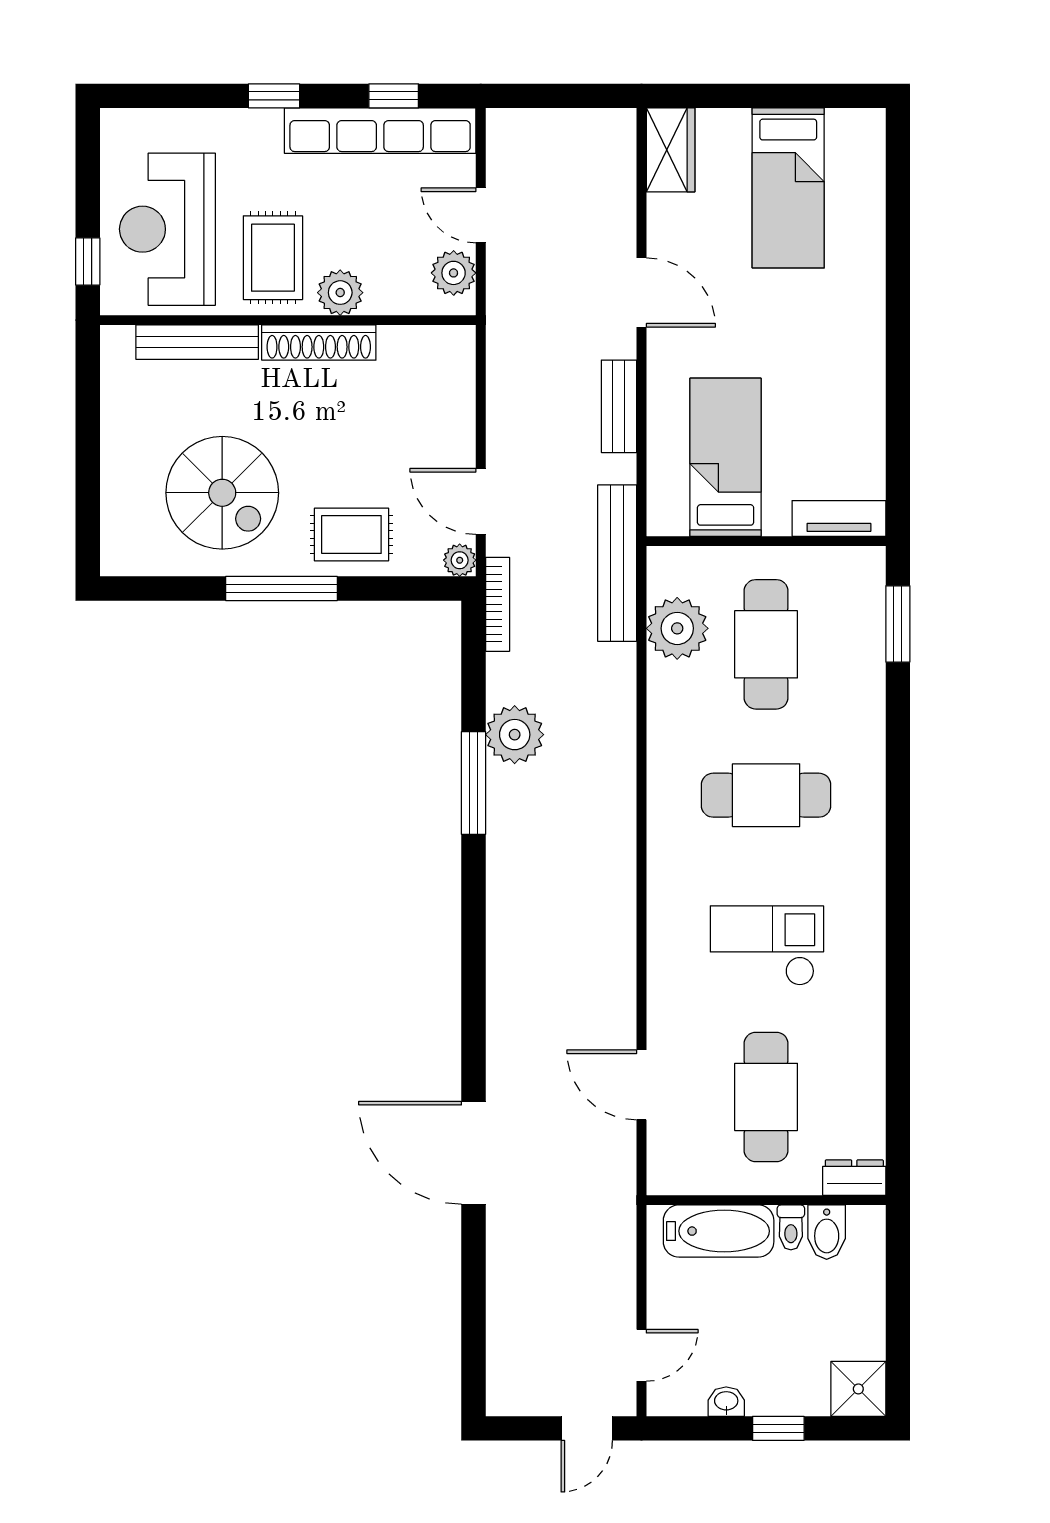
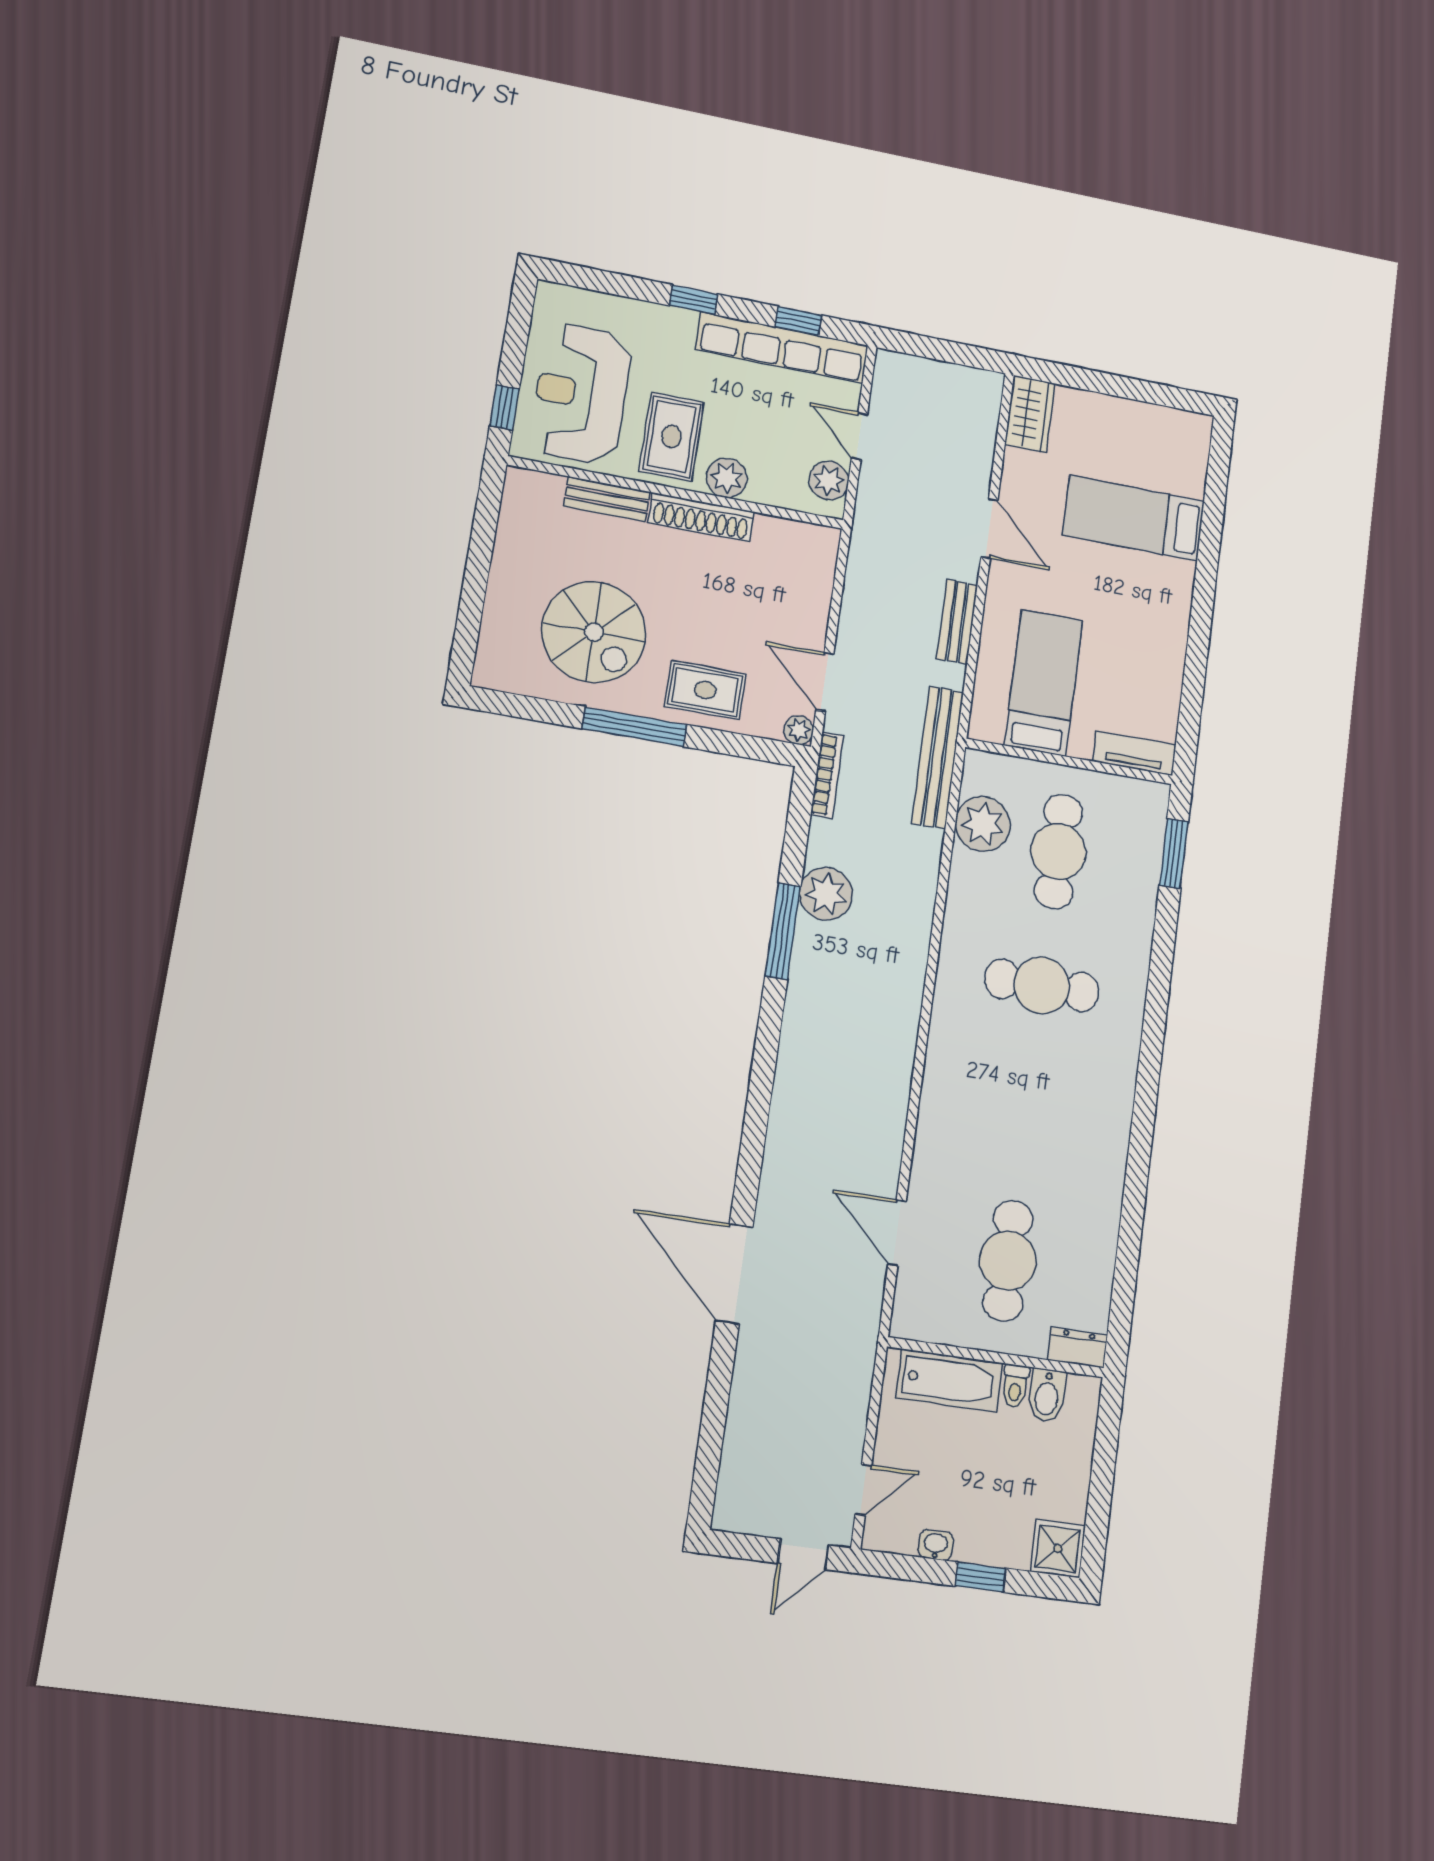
bed: (788, 188) -> (1134, 518), moved, turned 90
bench: (197, 342) -> (607, 499), width x0.73
checkout: (767, 946) -> (1026, 1121), removed

